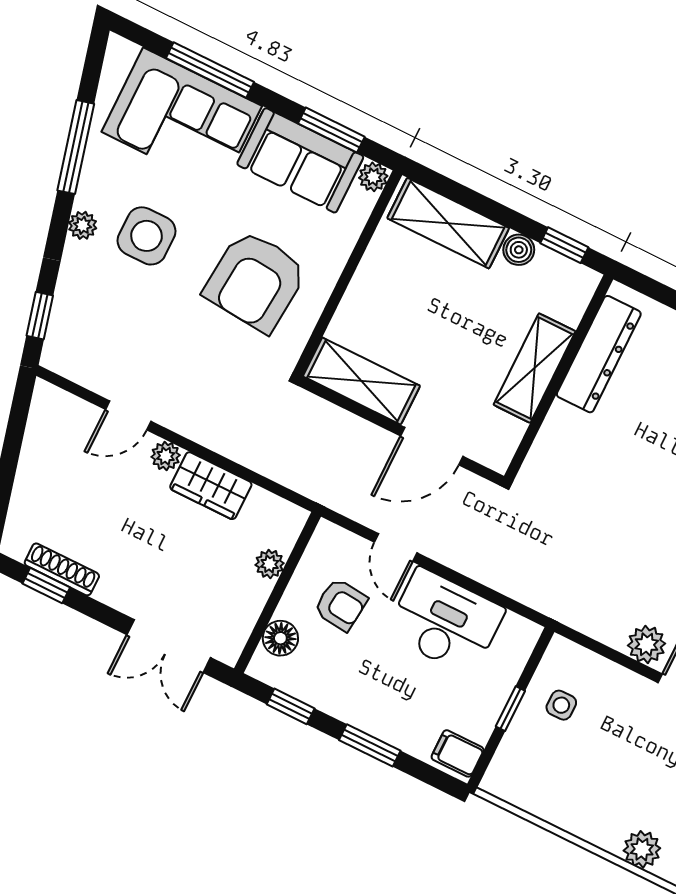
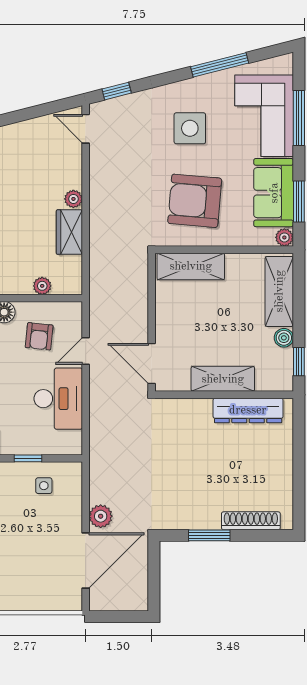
plant: (83, 225) -> (178, 90), removed
shelving: (361, 381) -> (191, 266), moved, turned 90
door: (128, 415) -> (86, 129), moved
door: (432, 446) -> (152, 364), moved

